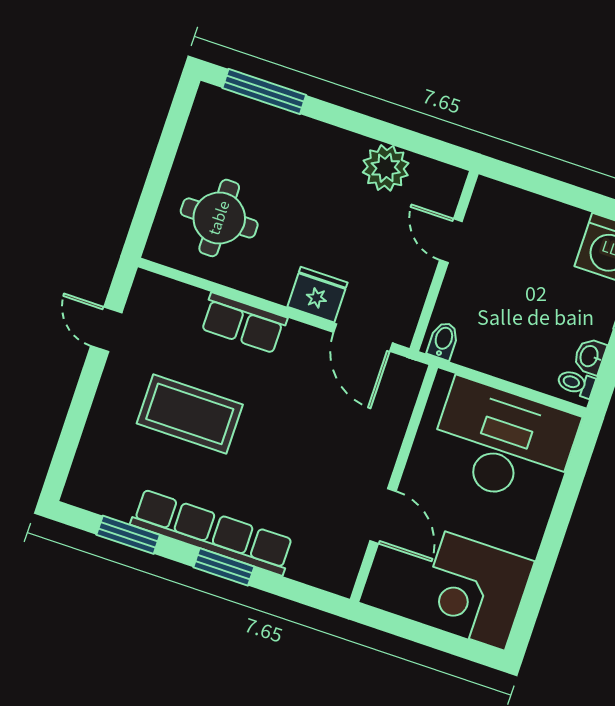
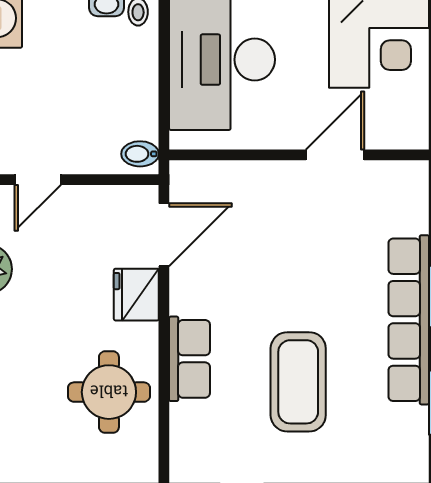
round table: (219, 218) -> (109, 392), moved

